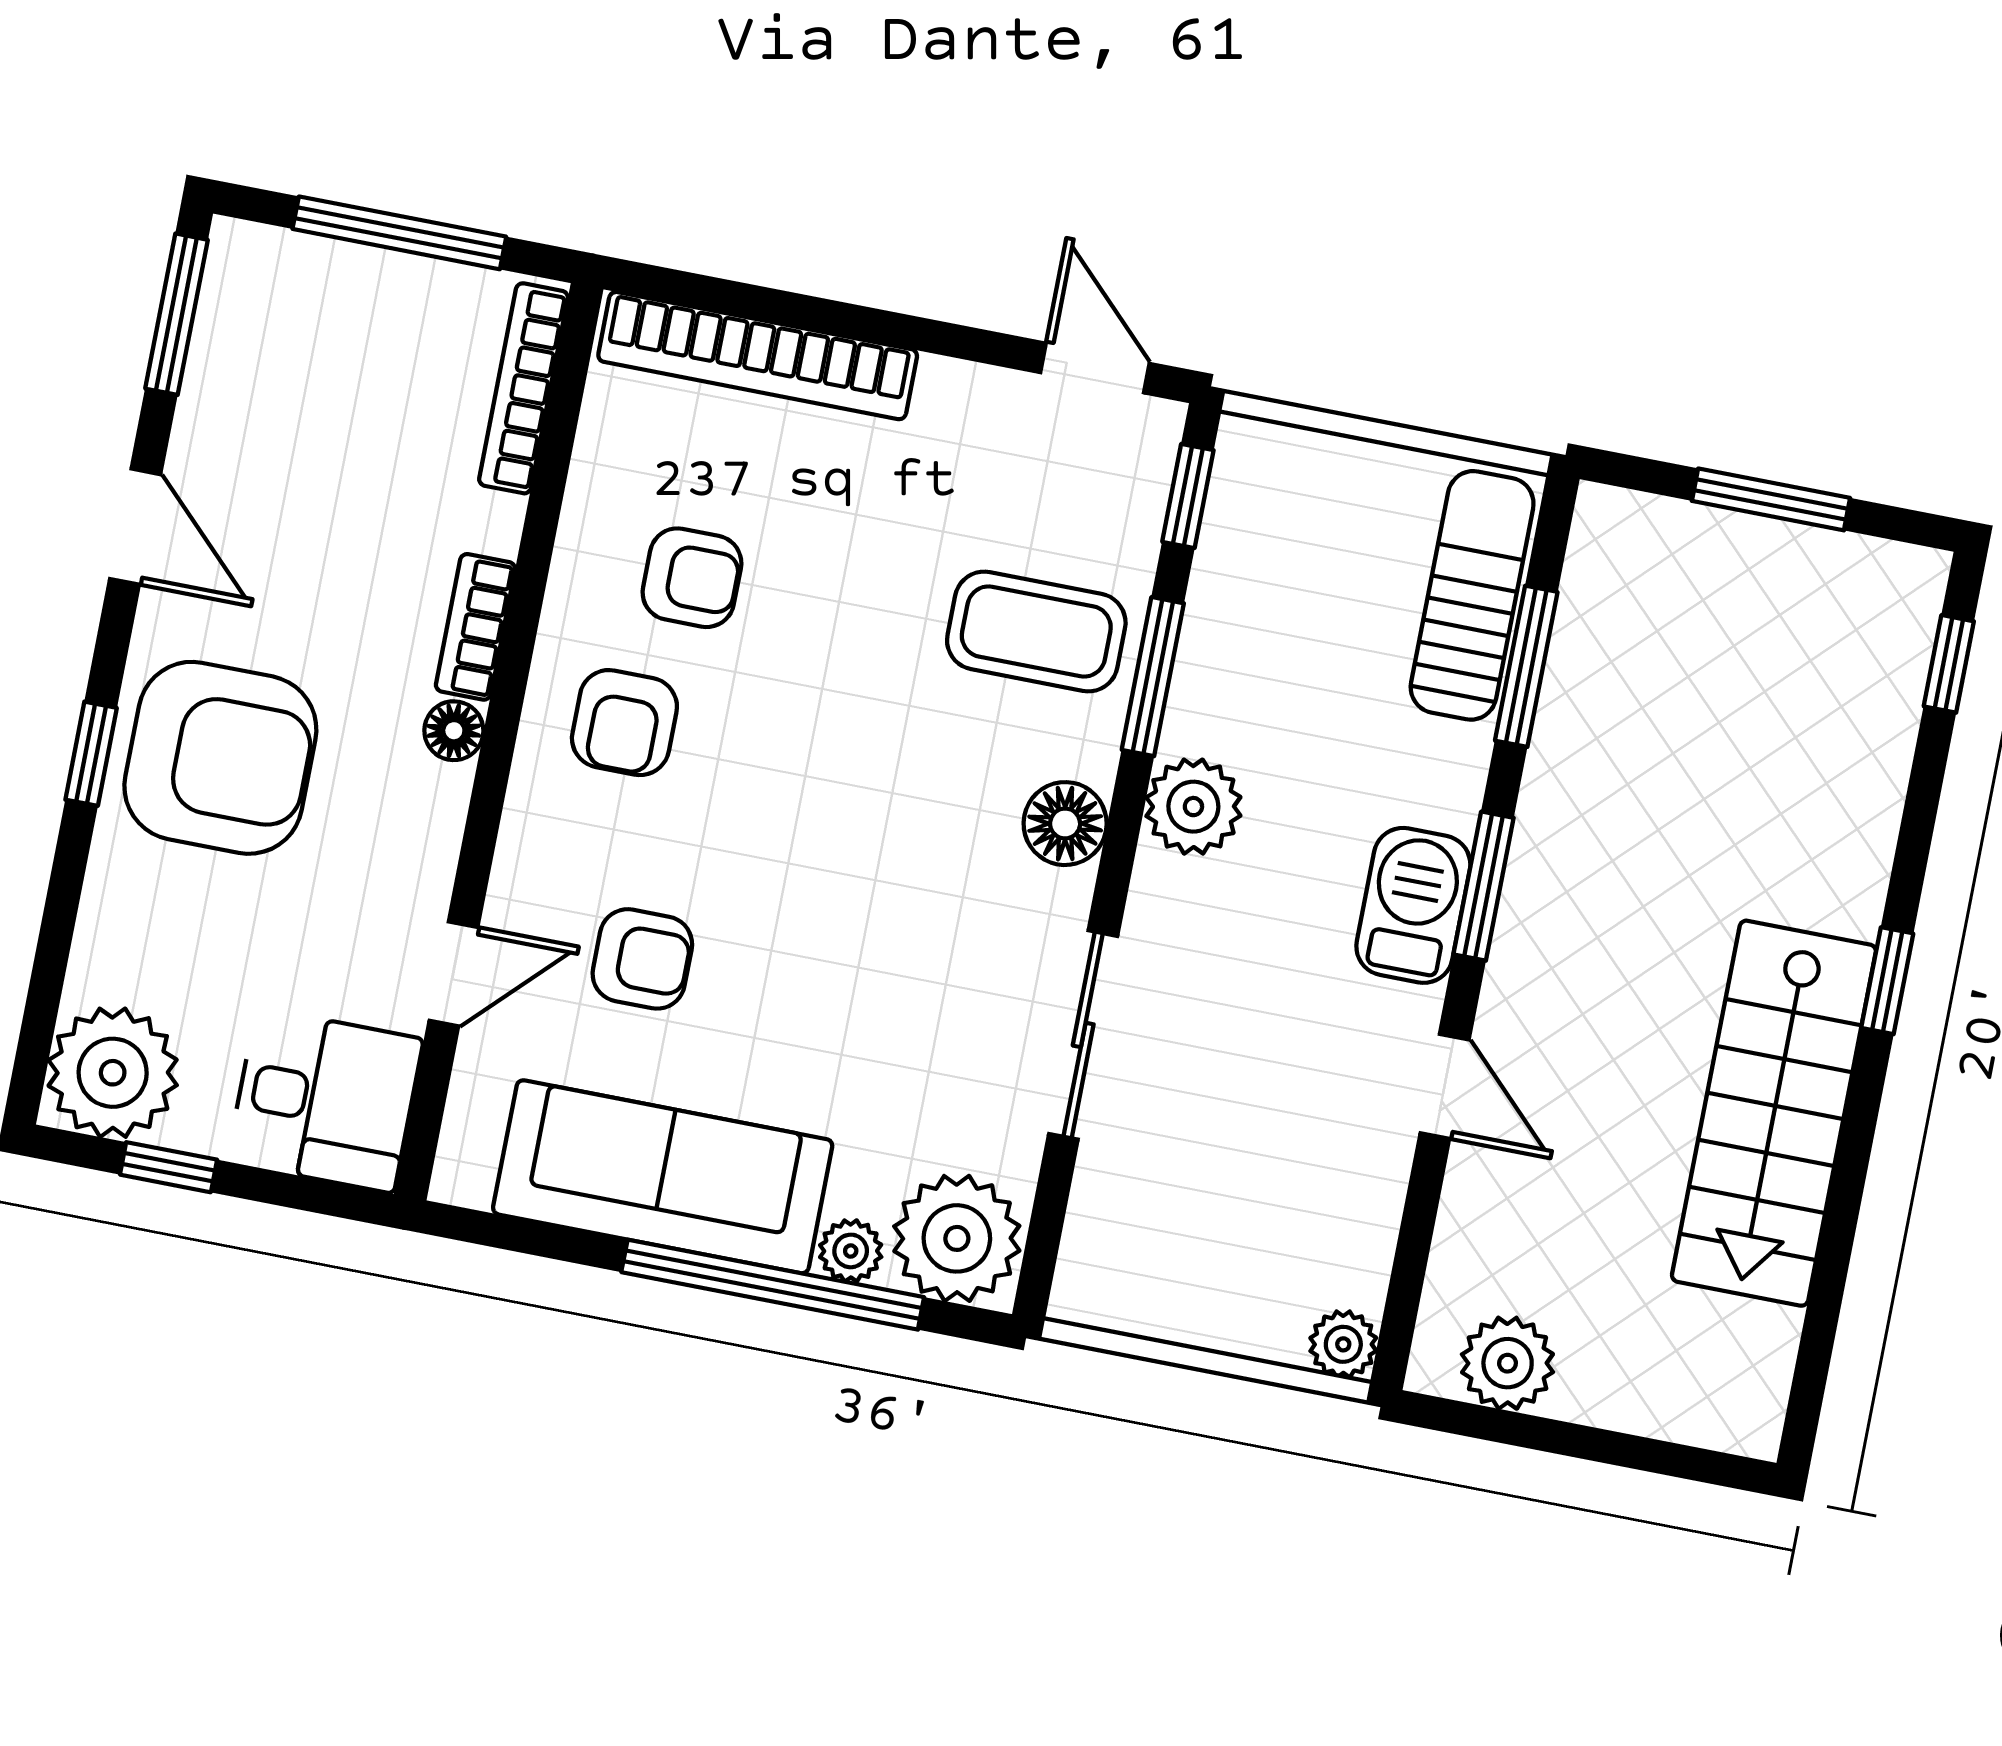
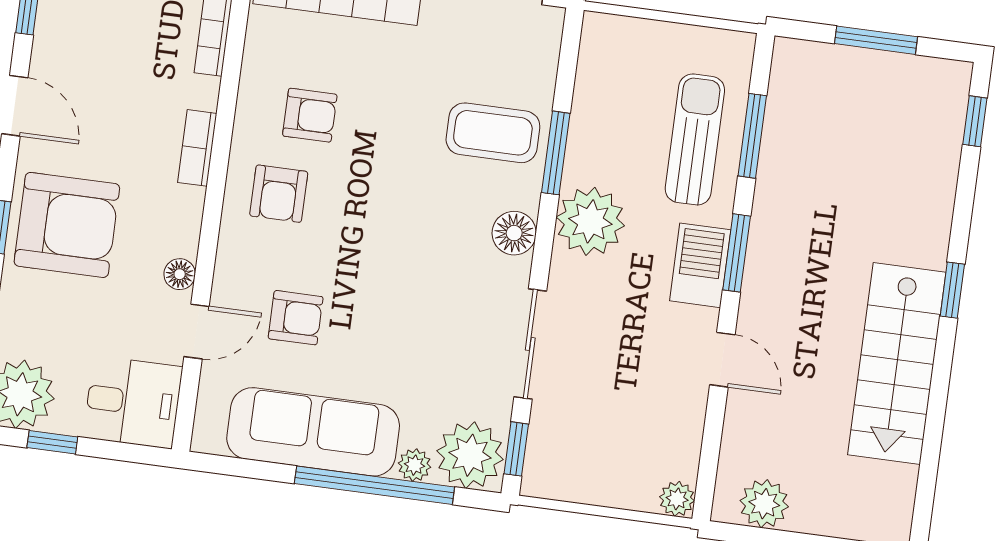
window: (1188, 496) -> (516, 449), moved
sun lounger: (1472, 595) -> (695, 139), moved
floor lamp: (454, 731) -> (180, 274), moved
plant: (1193, 807) -> (590, 221), width x1.36, depth x1.36

